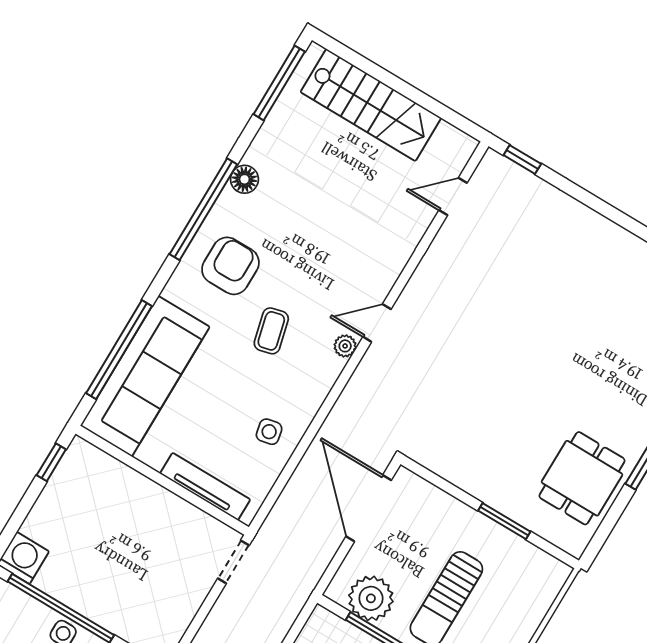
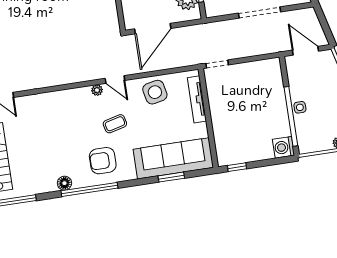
door: (377, 323) -> (115, 79), moved
window: (119, 350) -> (171, 177), width x0.47
side table: (269, 432) -> (155, 92), width x1.87, depth x1.87

